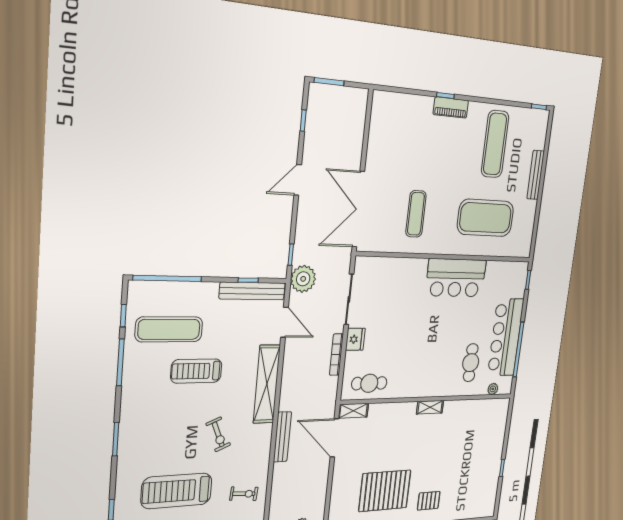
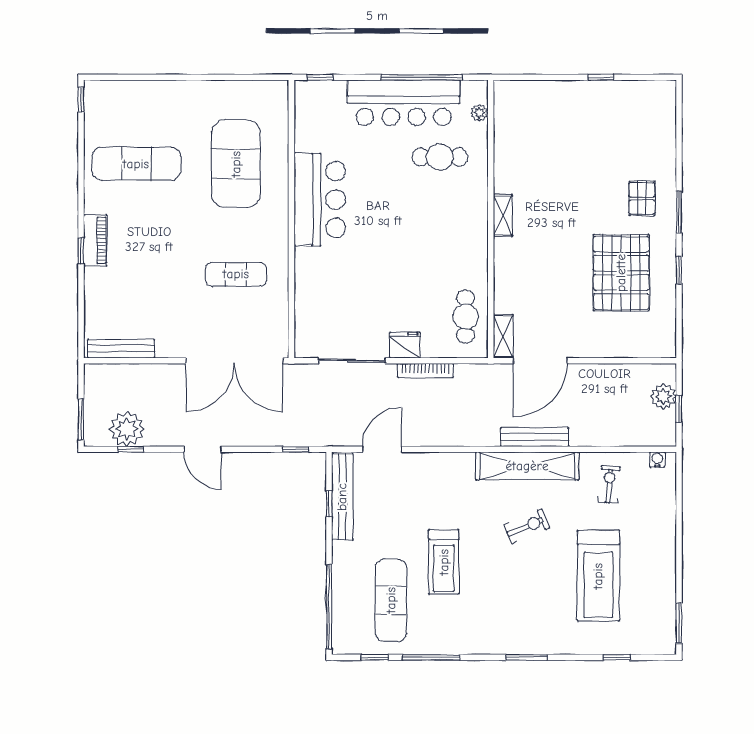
bench: (536, 175) -> (121, 349), moved
plant: (303, 279) -> (127, 429), moved
shelving: (267, 384) -> (527, 466), moved

